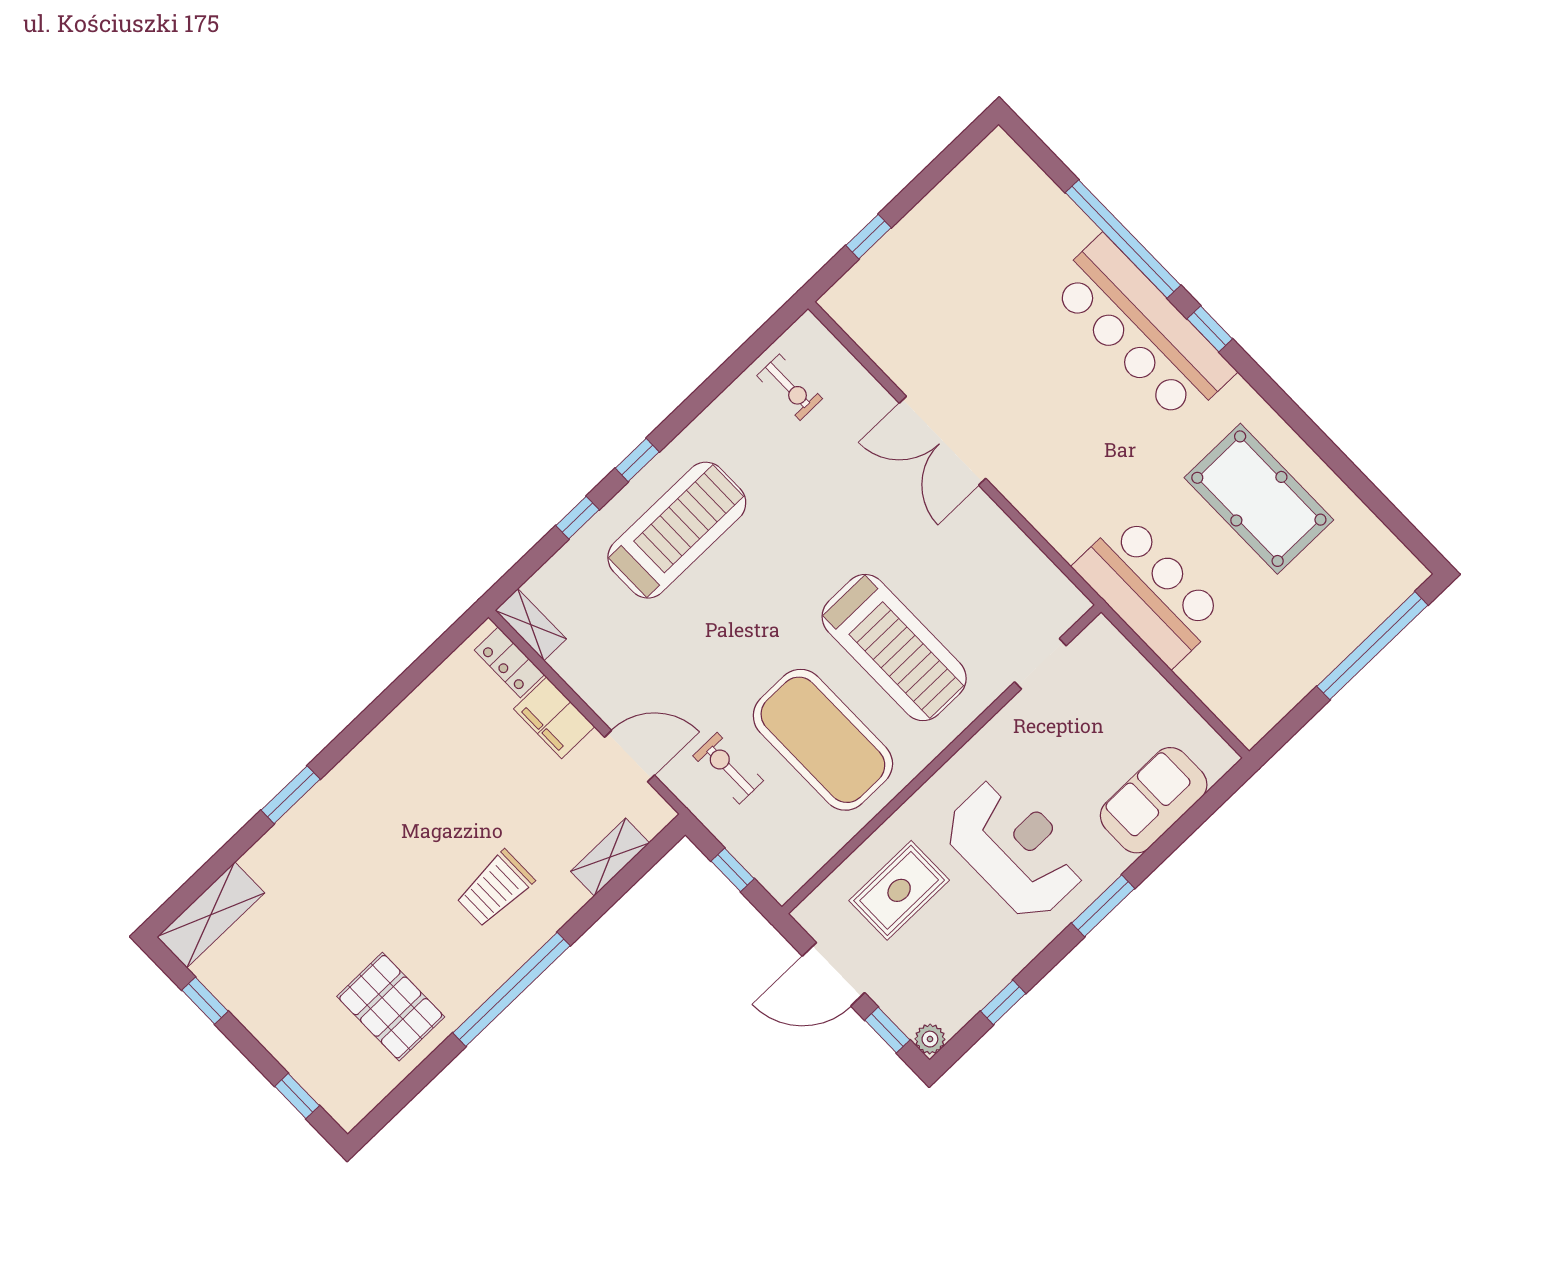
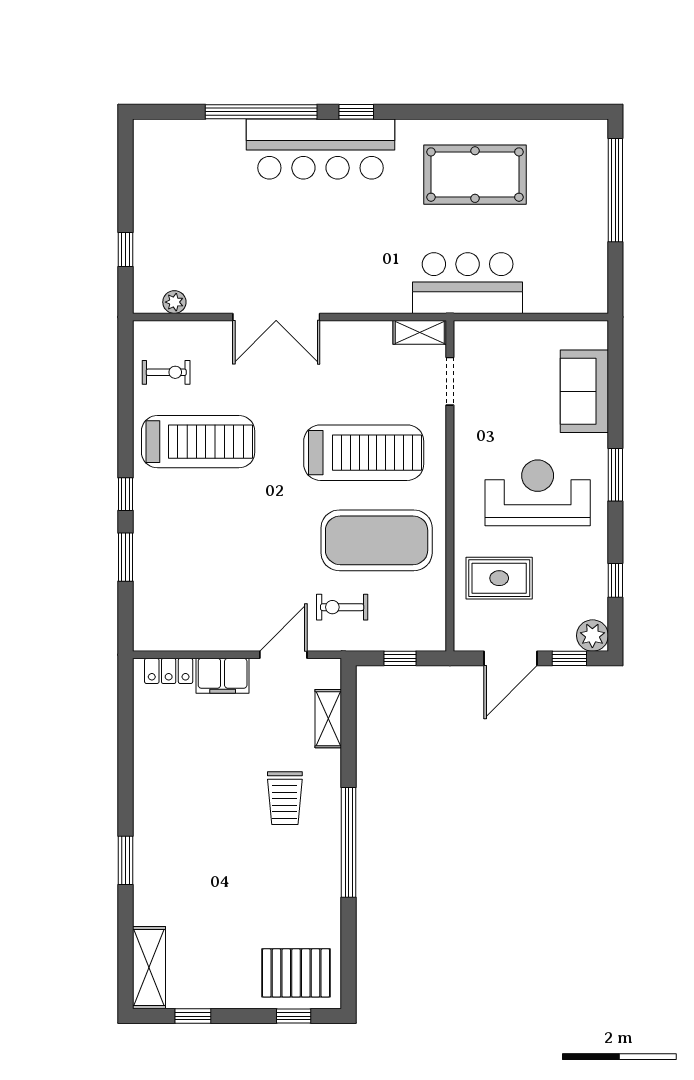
plant: (864, 331) -> (174, 302), added
window: (578, 518) -> (125, 557), width x1.50
treadmill: (677, 530) -> (198, 442), moved, turned 90
shelving: (531, 625) -> (420, 332), moved
rug: (899, 890) -> (499, 578), turned 90
pallet: (391, 1007) -> (296, 973), moved
plant: (930, 1039) -> (592, 636), width x1.38, depth x1.38

